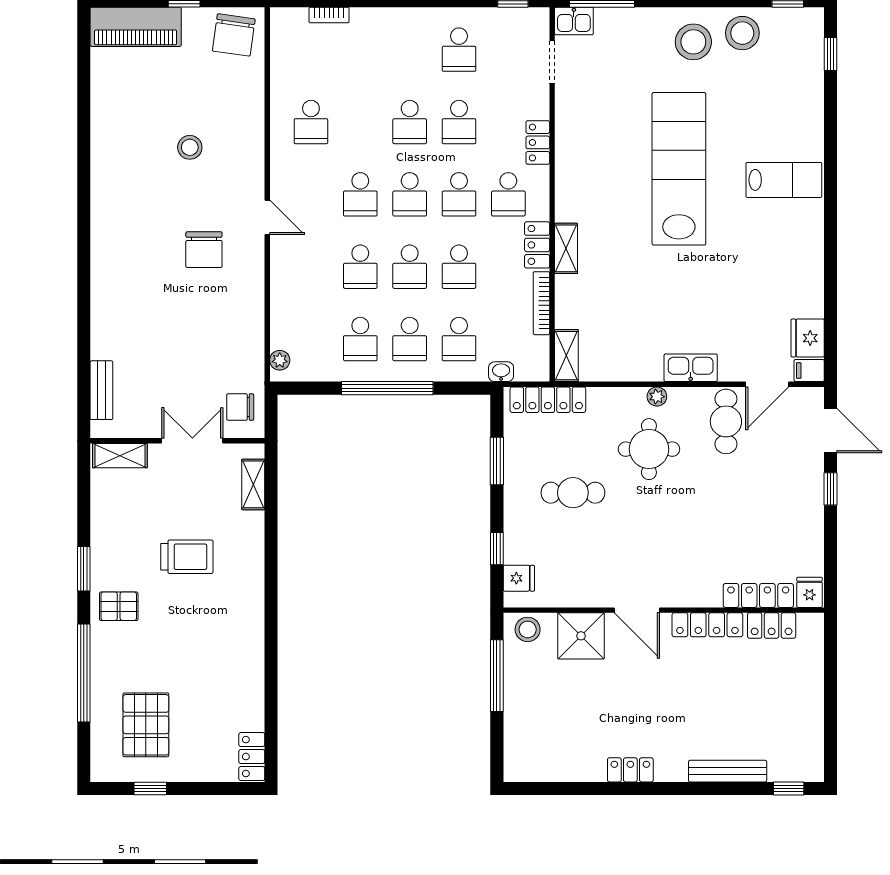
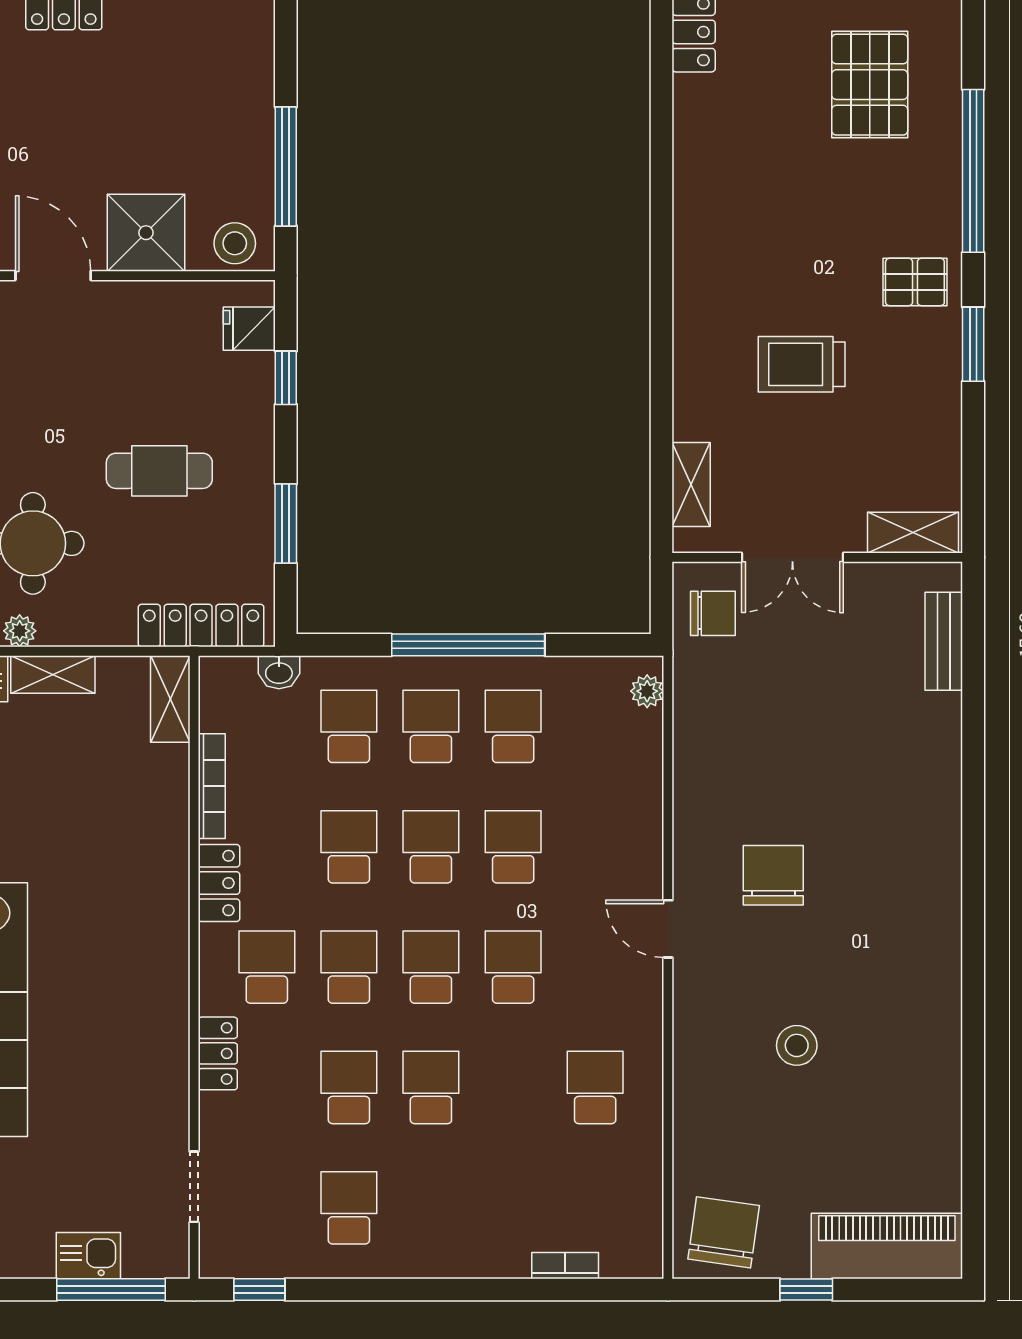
kitchen sink: (574, 21) -> (88, 1256), moved
shelving: (566, 248) -> (53, 674), moved, turned 90

